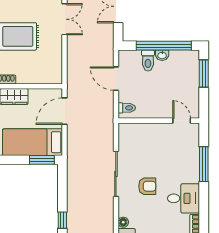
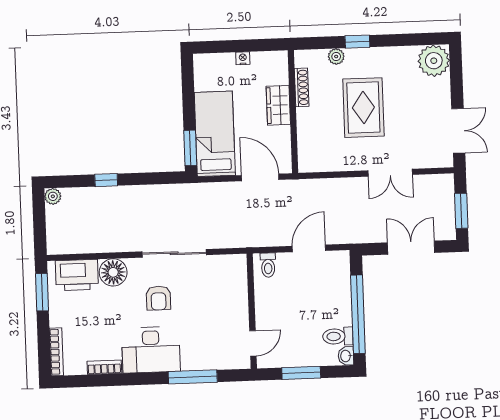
washbasin: (162, 55) -> (346, 356), moved
toilet: (148, 60) -> (338, 336), moved
window: (204, 73) -> (301, 373), moved
desk: (184, 198) -> (151, 350), width x1.37
floor lamp: (123, 222) -> (113, 272), width x1.89, depth x1.89

